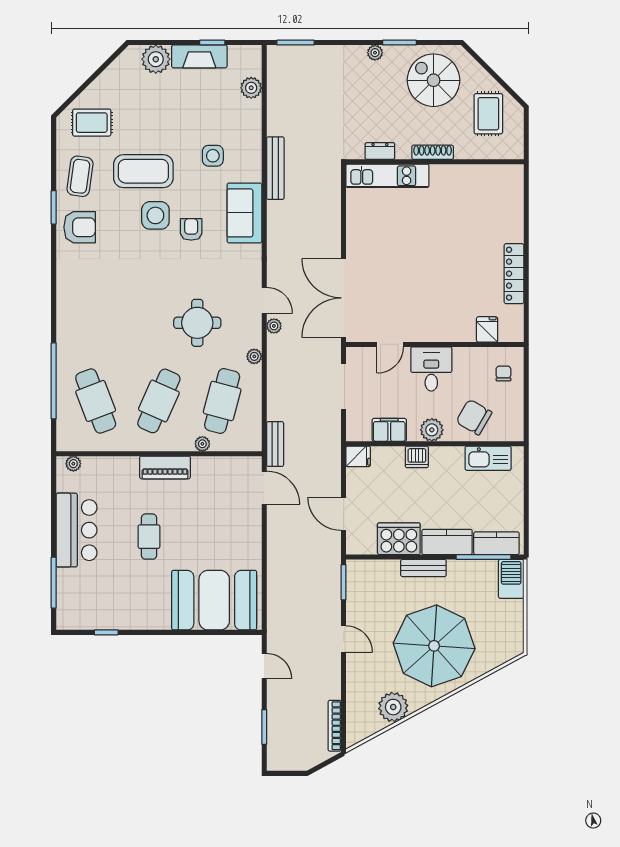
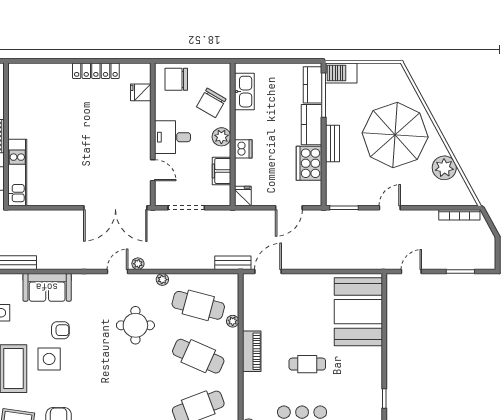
armchair: (191, 229) -> (60, 330), turned 180
chair: (503, 373) -> (176, 79), width x1.87, depth x1.87

